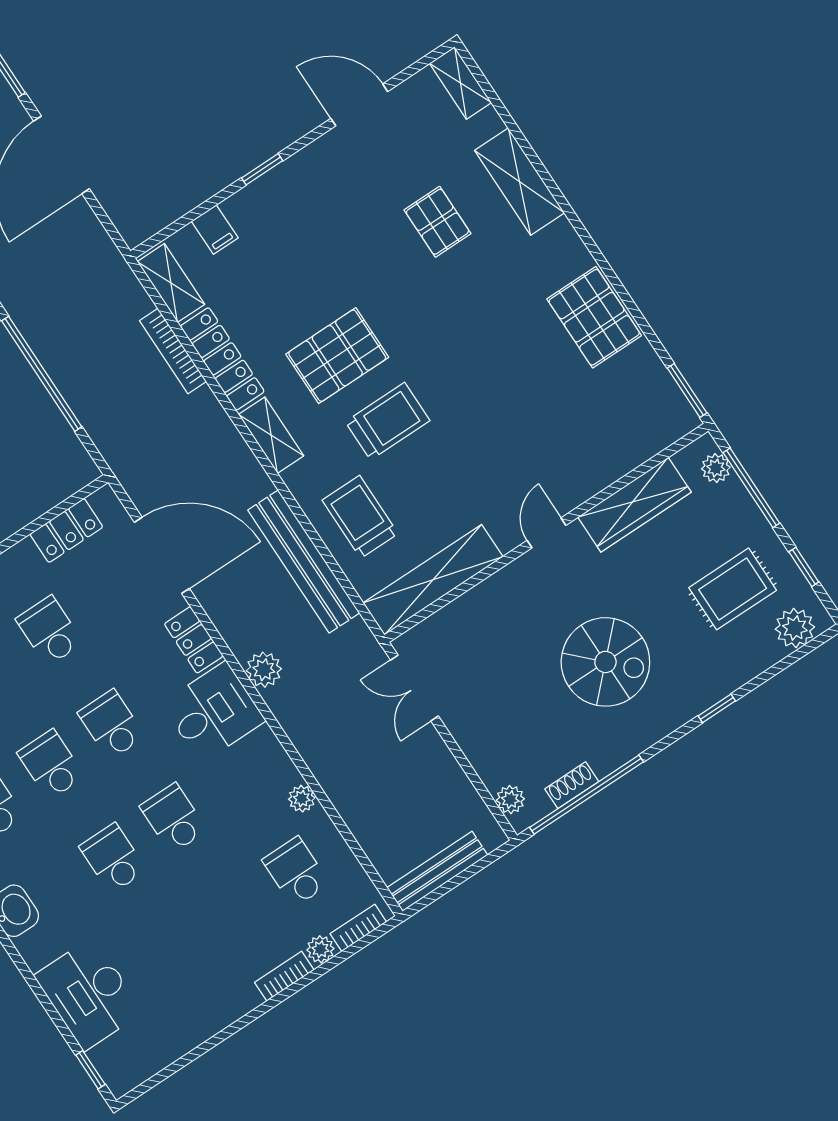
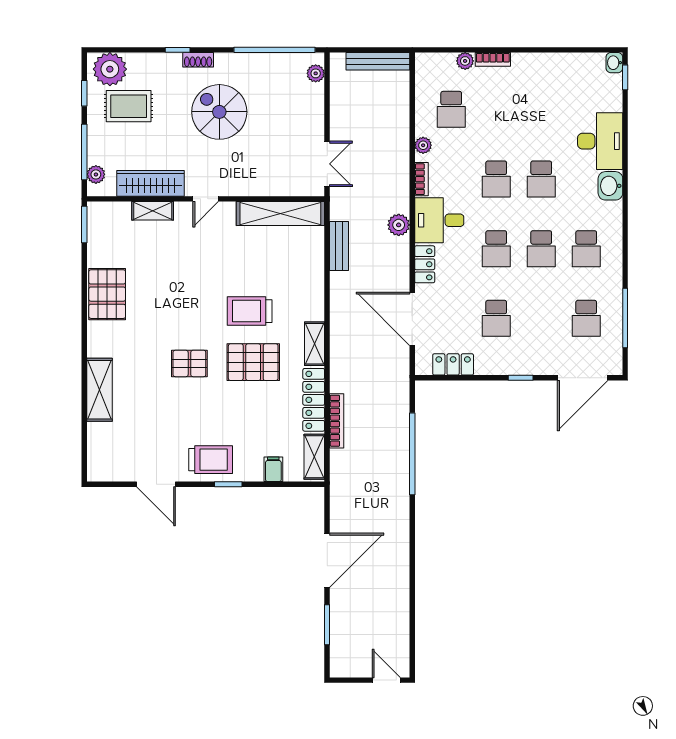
shelving: (460, 83) -> (153, 211), moved, turned 90
pallet: (437, 222) -> (189, 363), moved, turned 90
trolley: (360, 517) -> (211, 460), moved, turned -90
bench: (304, 562) -> (339, 246), width x0.54, depth x0.82
plant: (795, 628) -> (110, 69), width x1.36, depth x1.36
shoe rack: (572, 785) -> (198, 60), moved
bookcase: (358, 928) -> (421, 179), moved, turned -90
desk: (89, 994) -> (600, 141), moved
washbasin: (118, 1080) -> (614, 63), added

